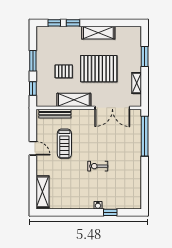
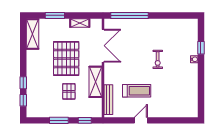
shelving: (98, 33) -> (32, 34), moved
shelving: (43, 192) -> (182, 111), removed

